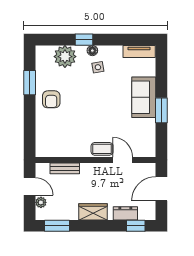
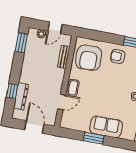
armchair: (60, 136) -> (89, 58), added
wardrobe: (93, 212) -> (27, 72), removed
dresser: (125, 213) -> (21, 96), width x1.44
window: (136, 226) -> (12, 91), moved

